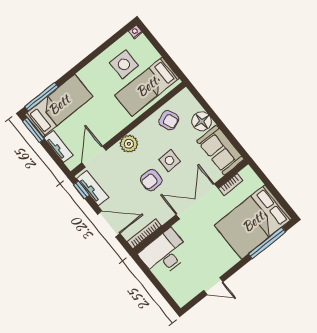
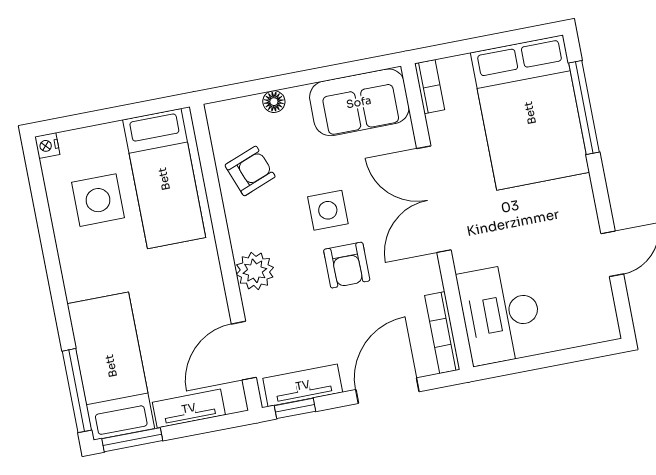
floor lamp: (202, 121) -> (274, 102), width x0.53, depth x0.53
door: (94, 157) -> (244, 351), hinge flipped
bookcase: (231, 184) -> (430, 87), moved

